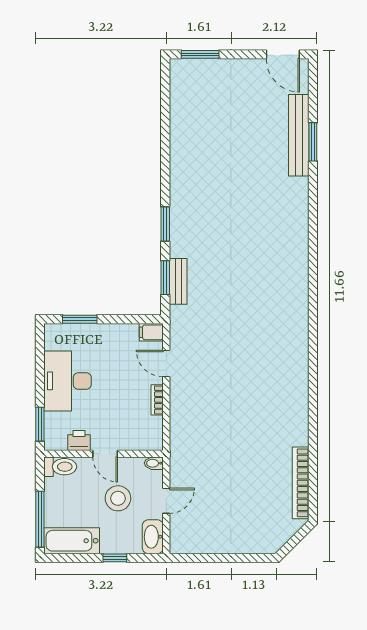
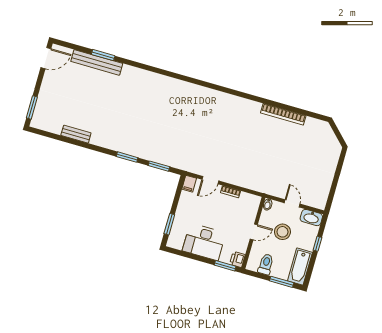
bench: (178, 281) -> (76, 134), moved
printer: (79, 441) -> (237, 259), moved
toilet: (60, 467) -> (266, 264), moved
bookcase: (301, 483) -> (283, 114), moved
window: (40, 519) -> (282, 282), width x0.69

